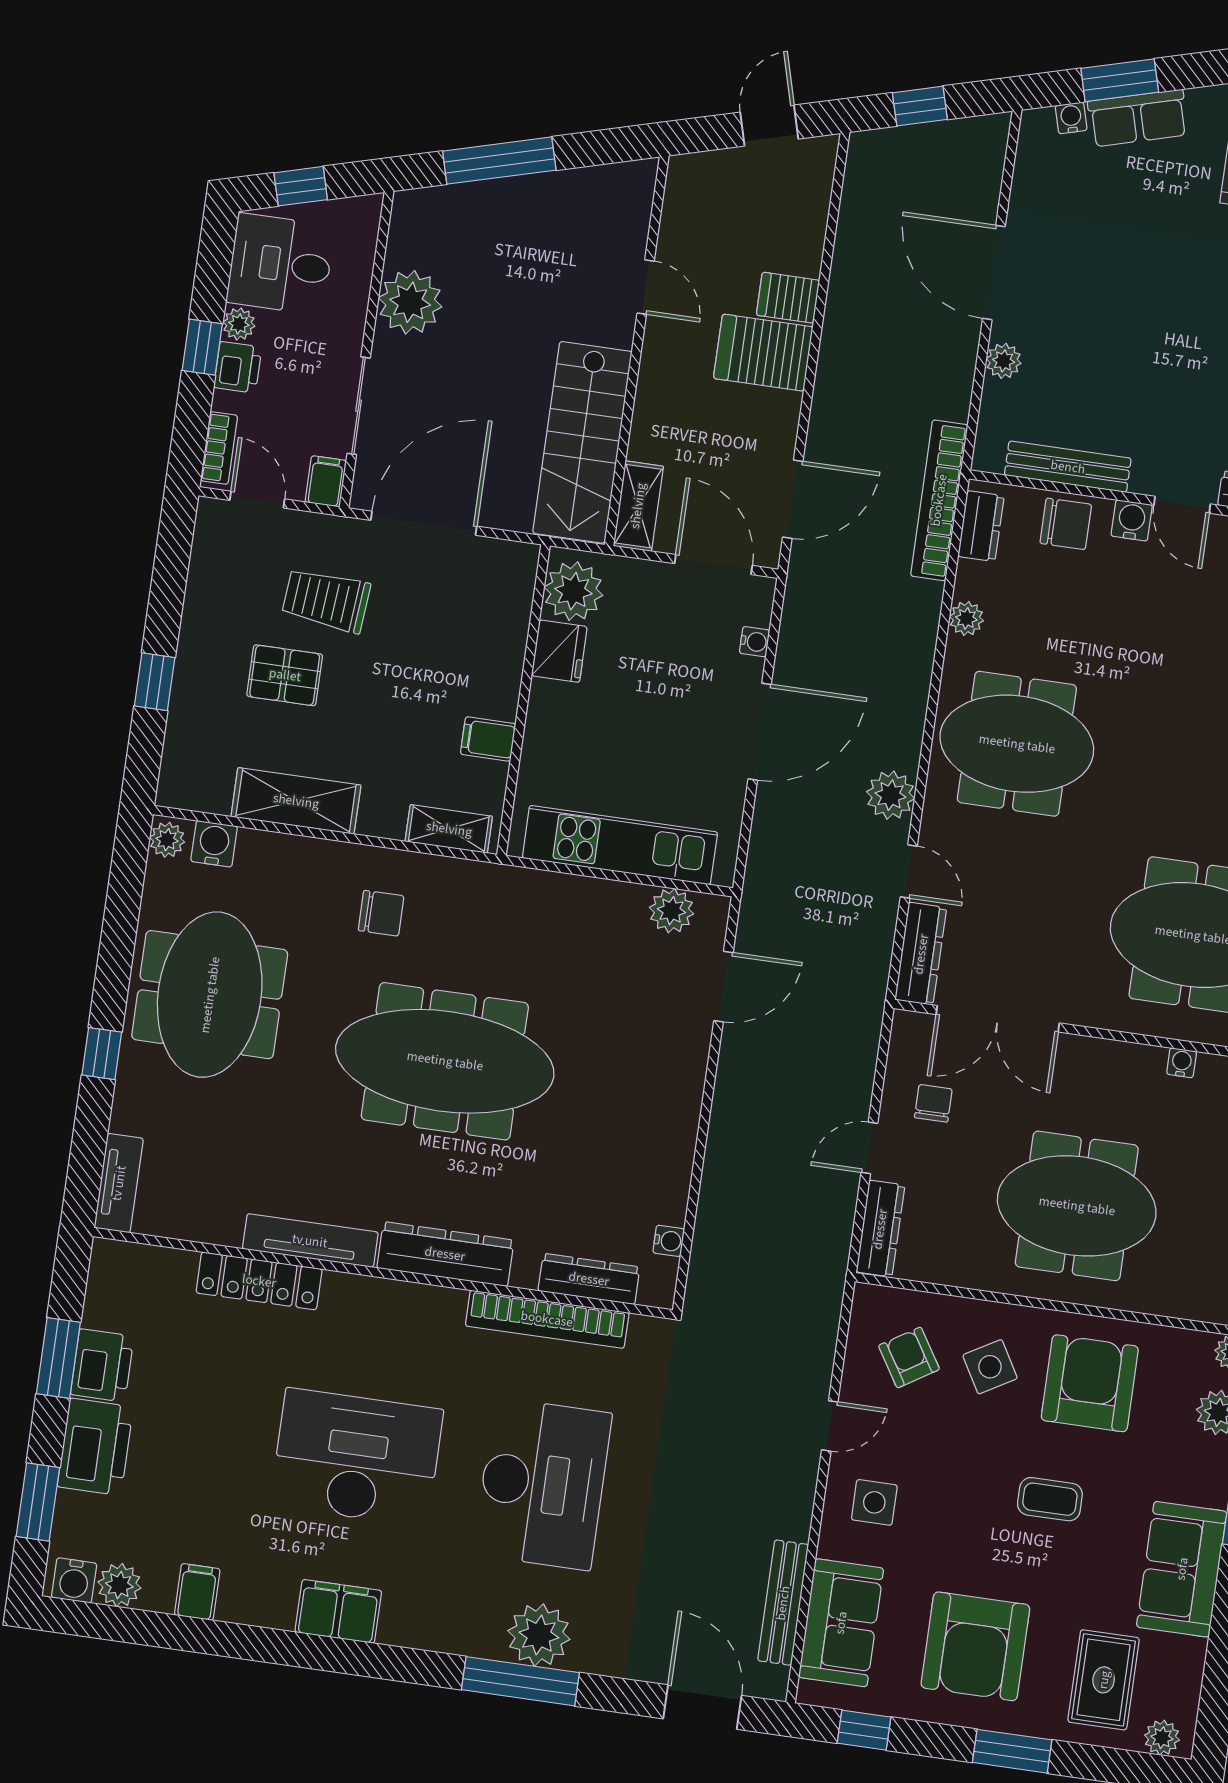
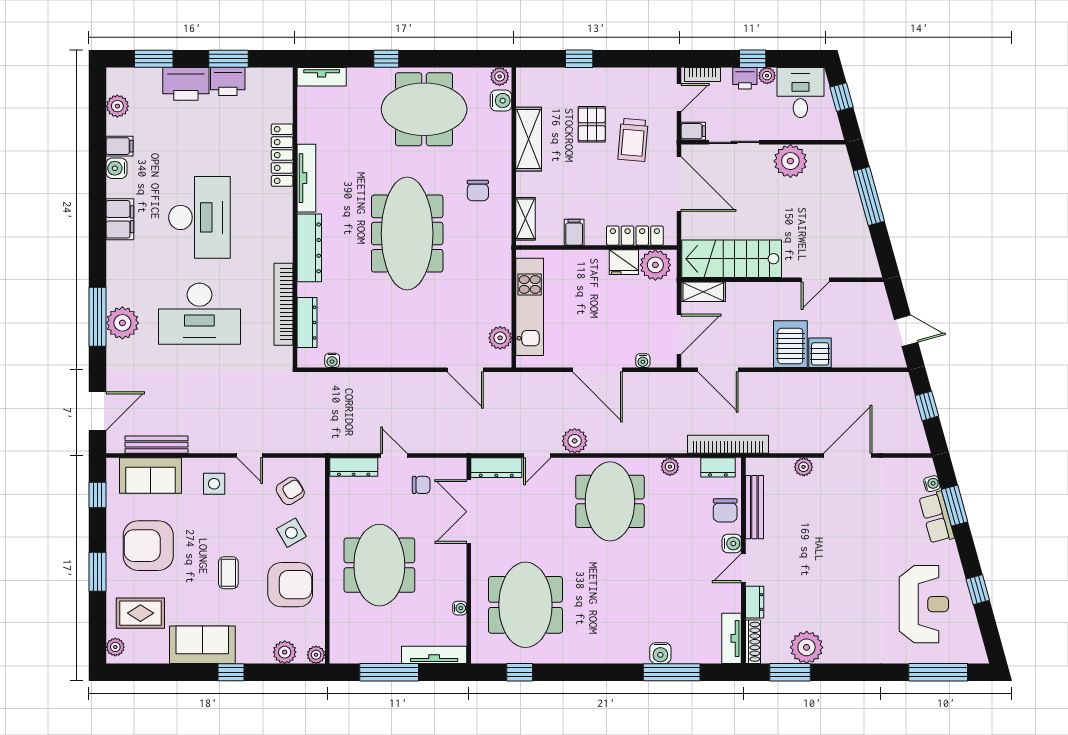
trolley: (326, 600) -> (633, 140), turned 180
locker: (511, 623) -> (635, 236), added
water cooler: (74, 1580) -> (117, 168), moved

